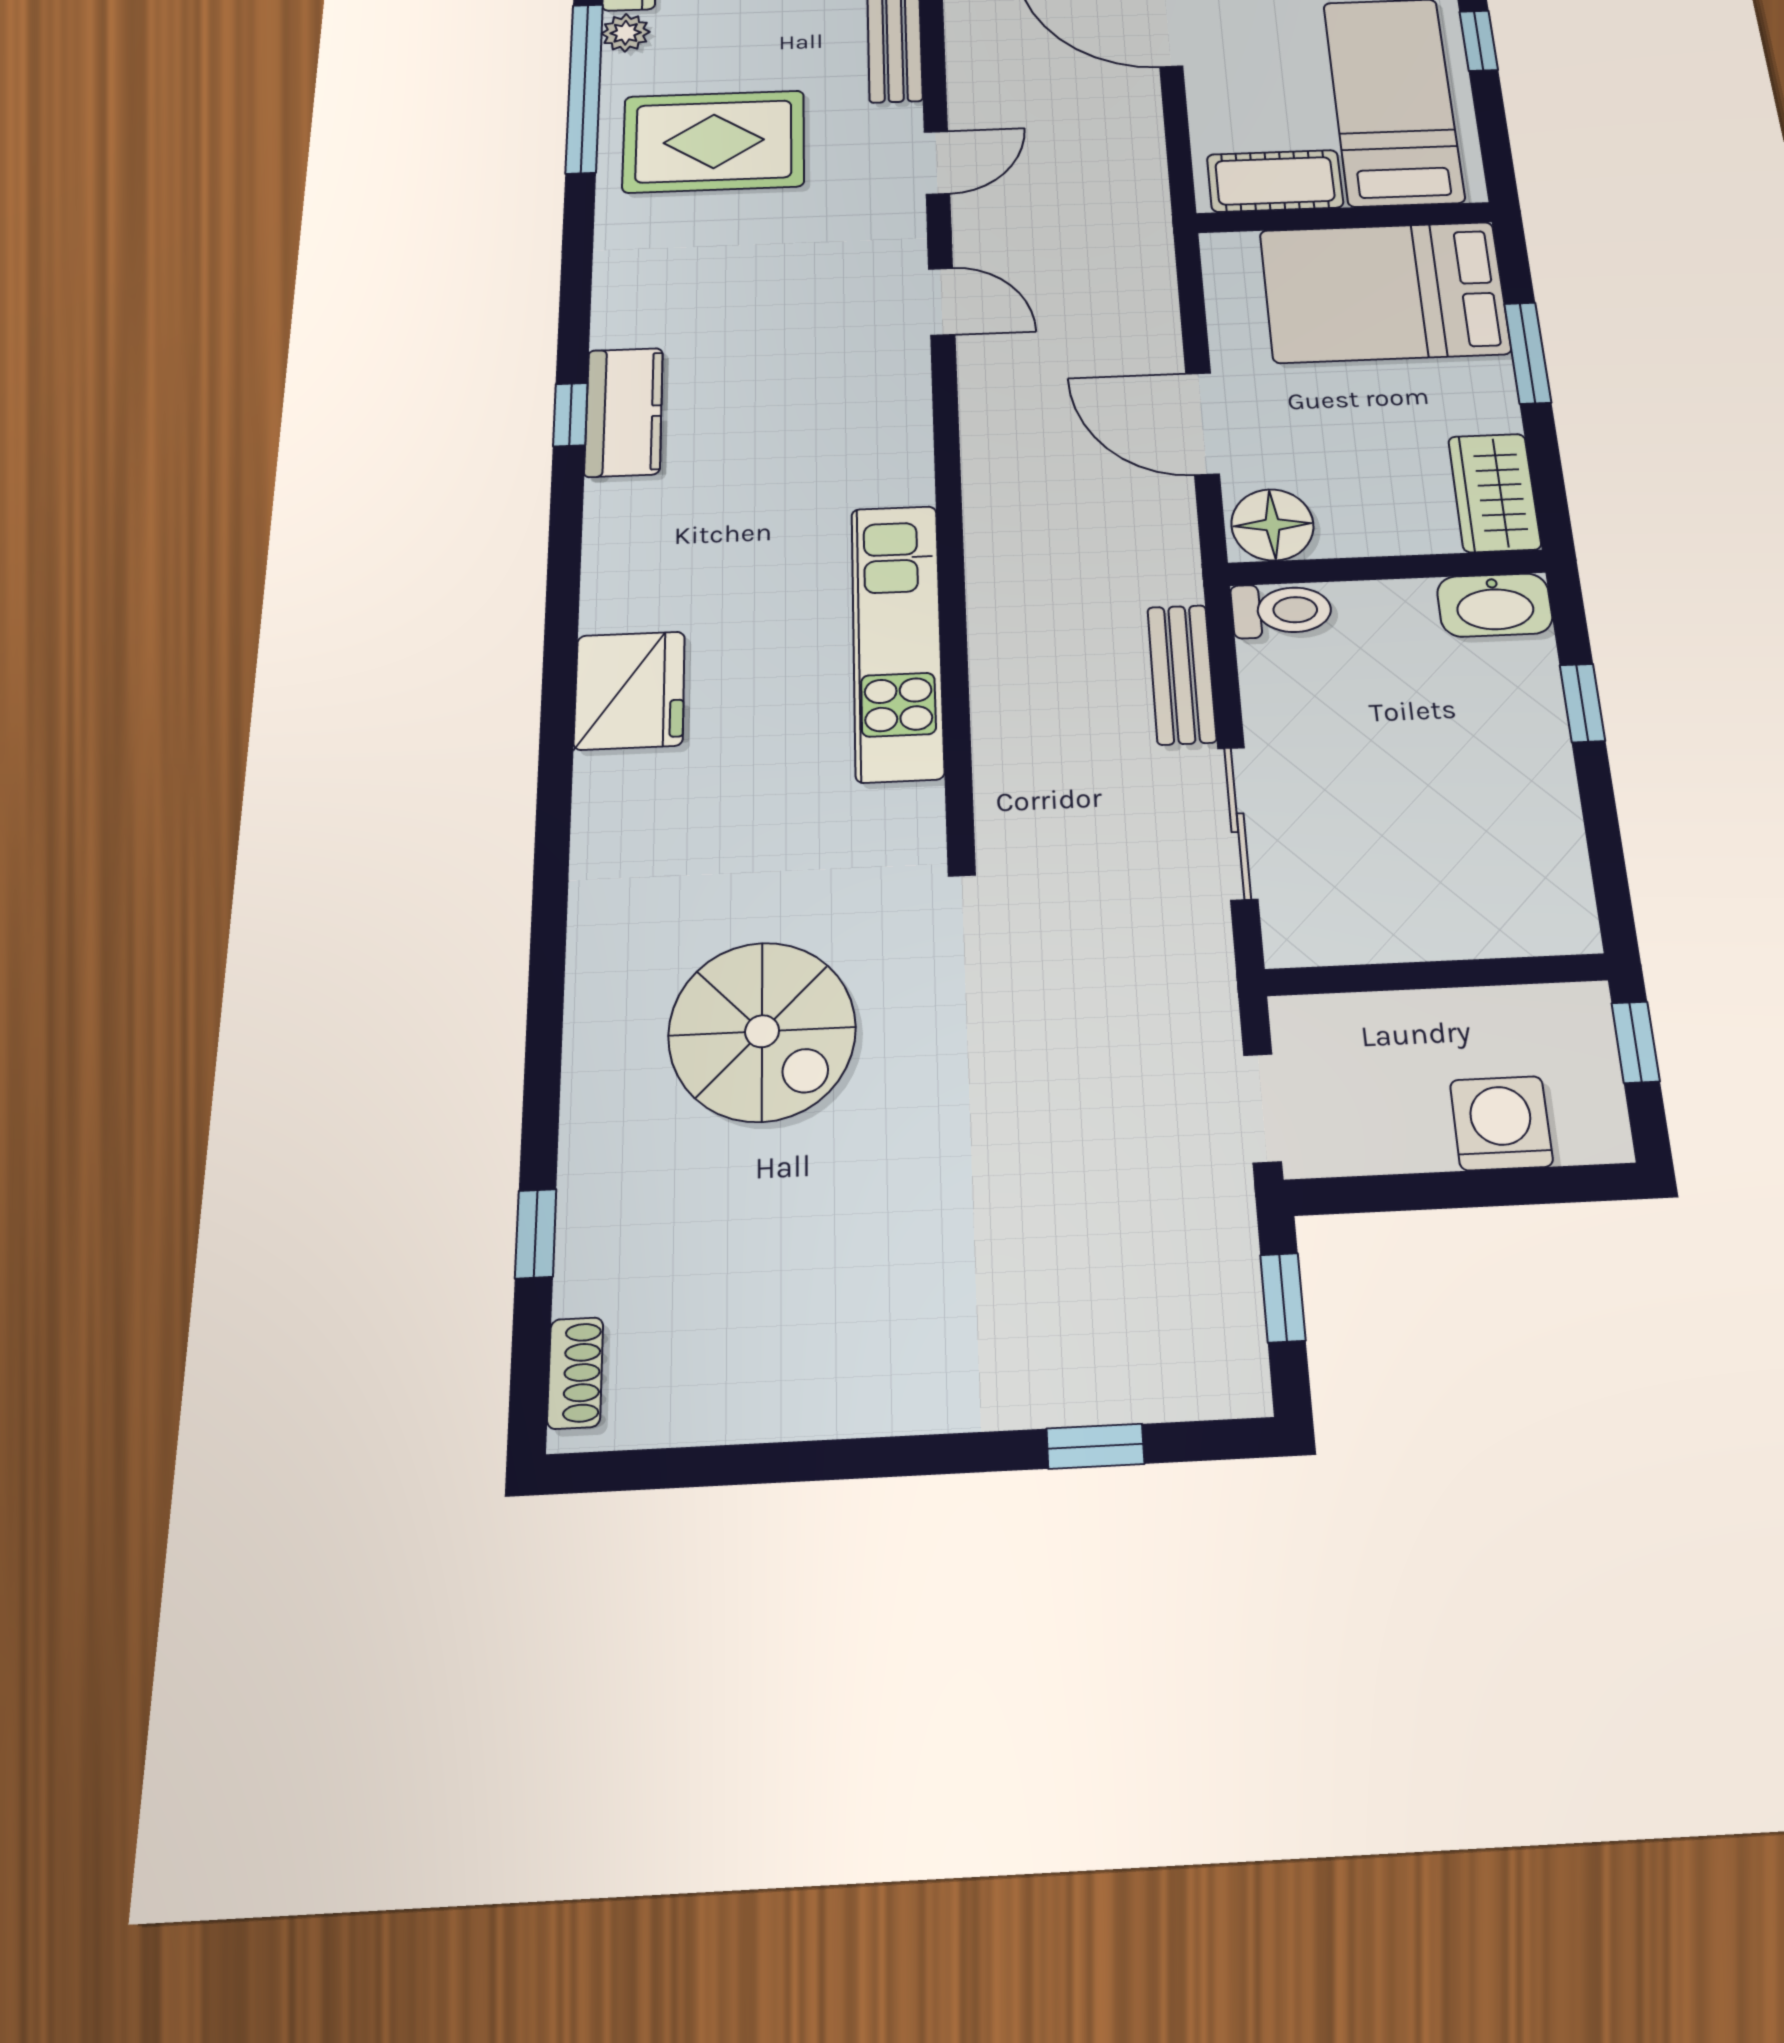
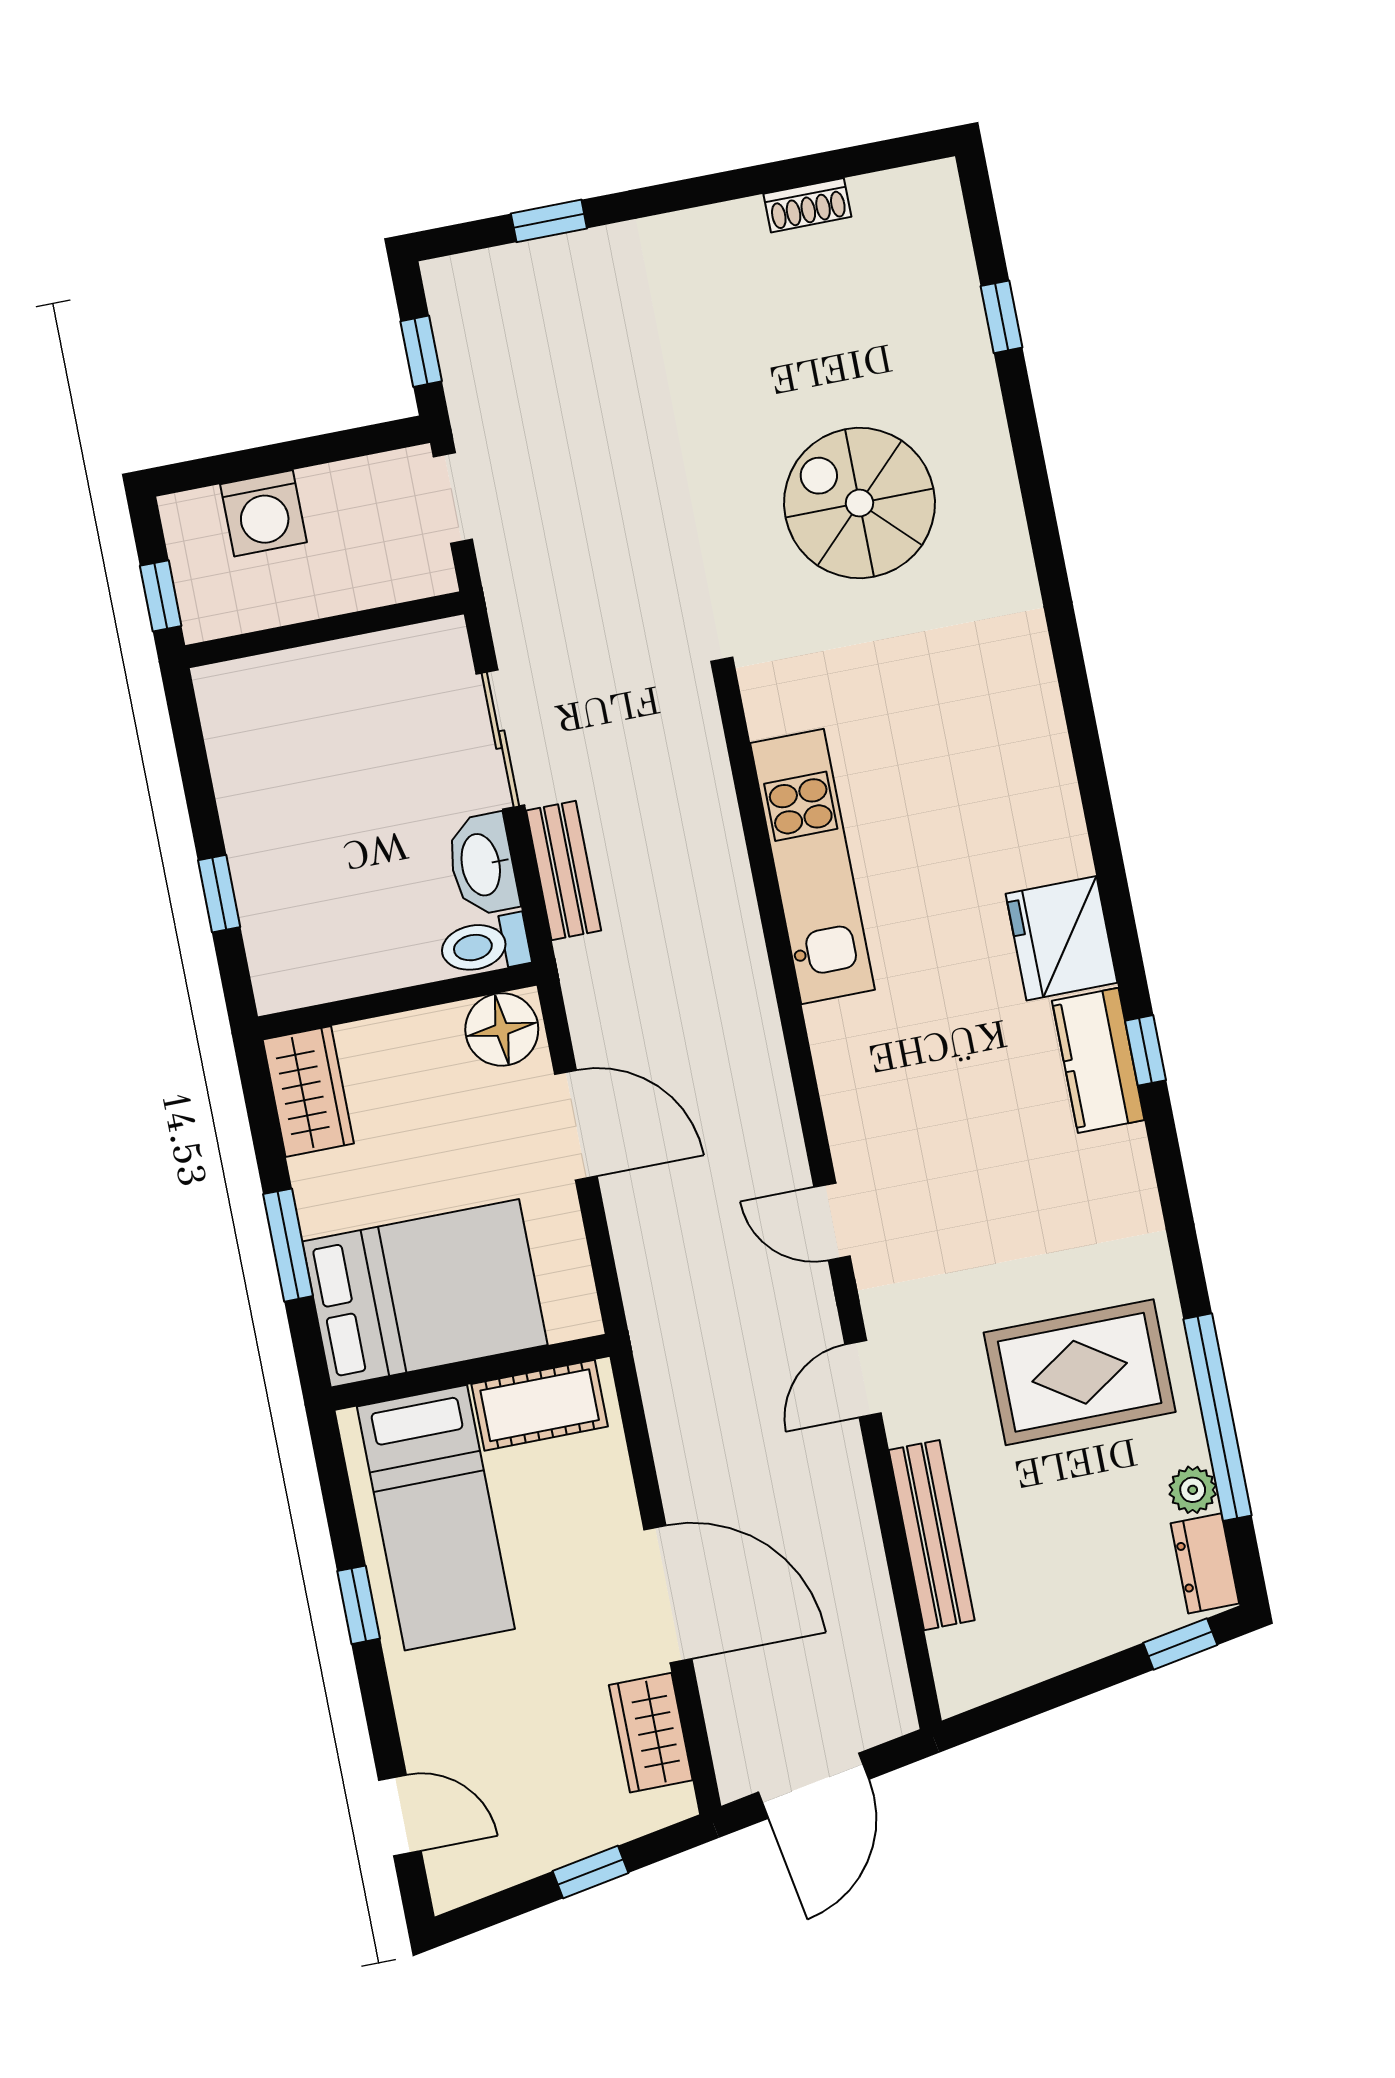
washbasin: (1495, 605) -> (482, 864), moved, turned -90
fridge: (630, 690) -> (1062, 938), moved
shoe rack: (575, 1373) -> (807, 205), moved, turned -90

